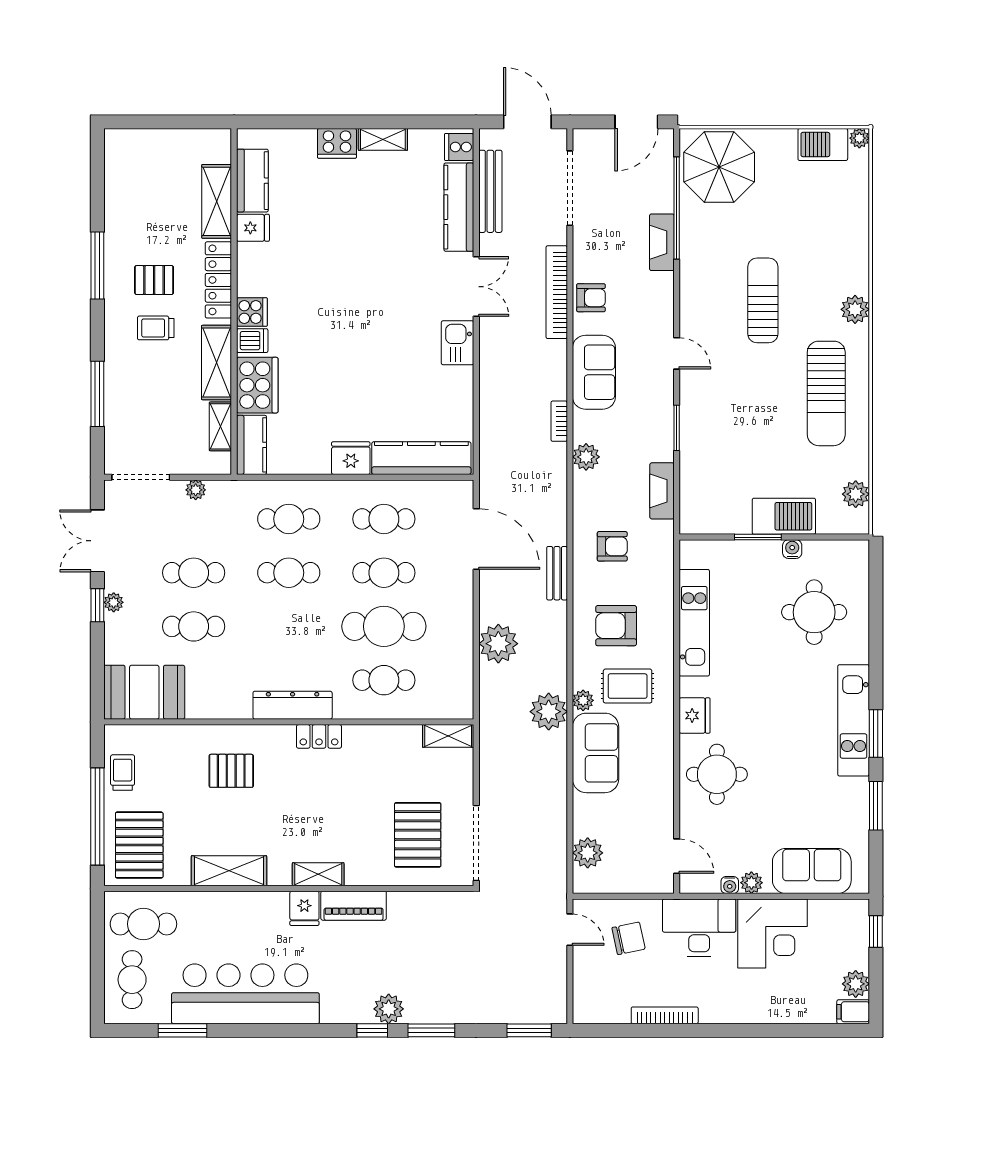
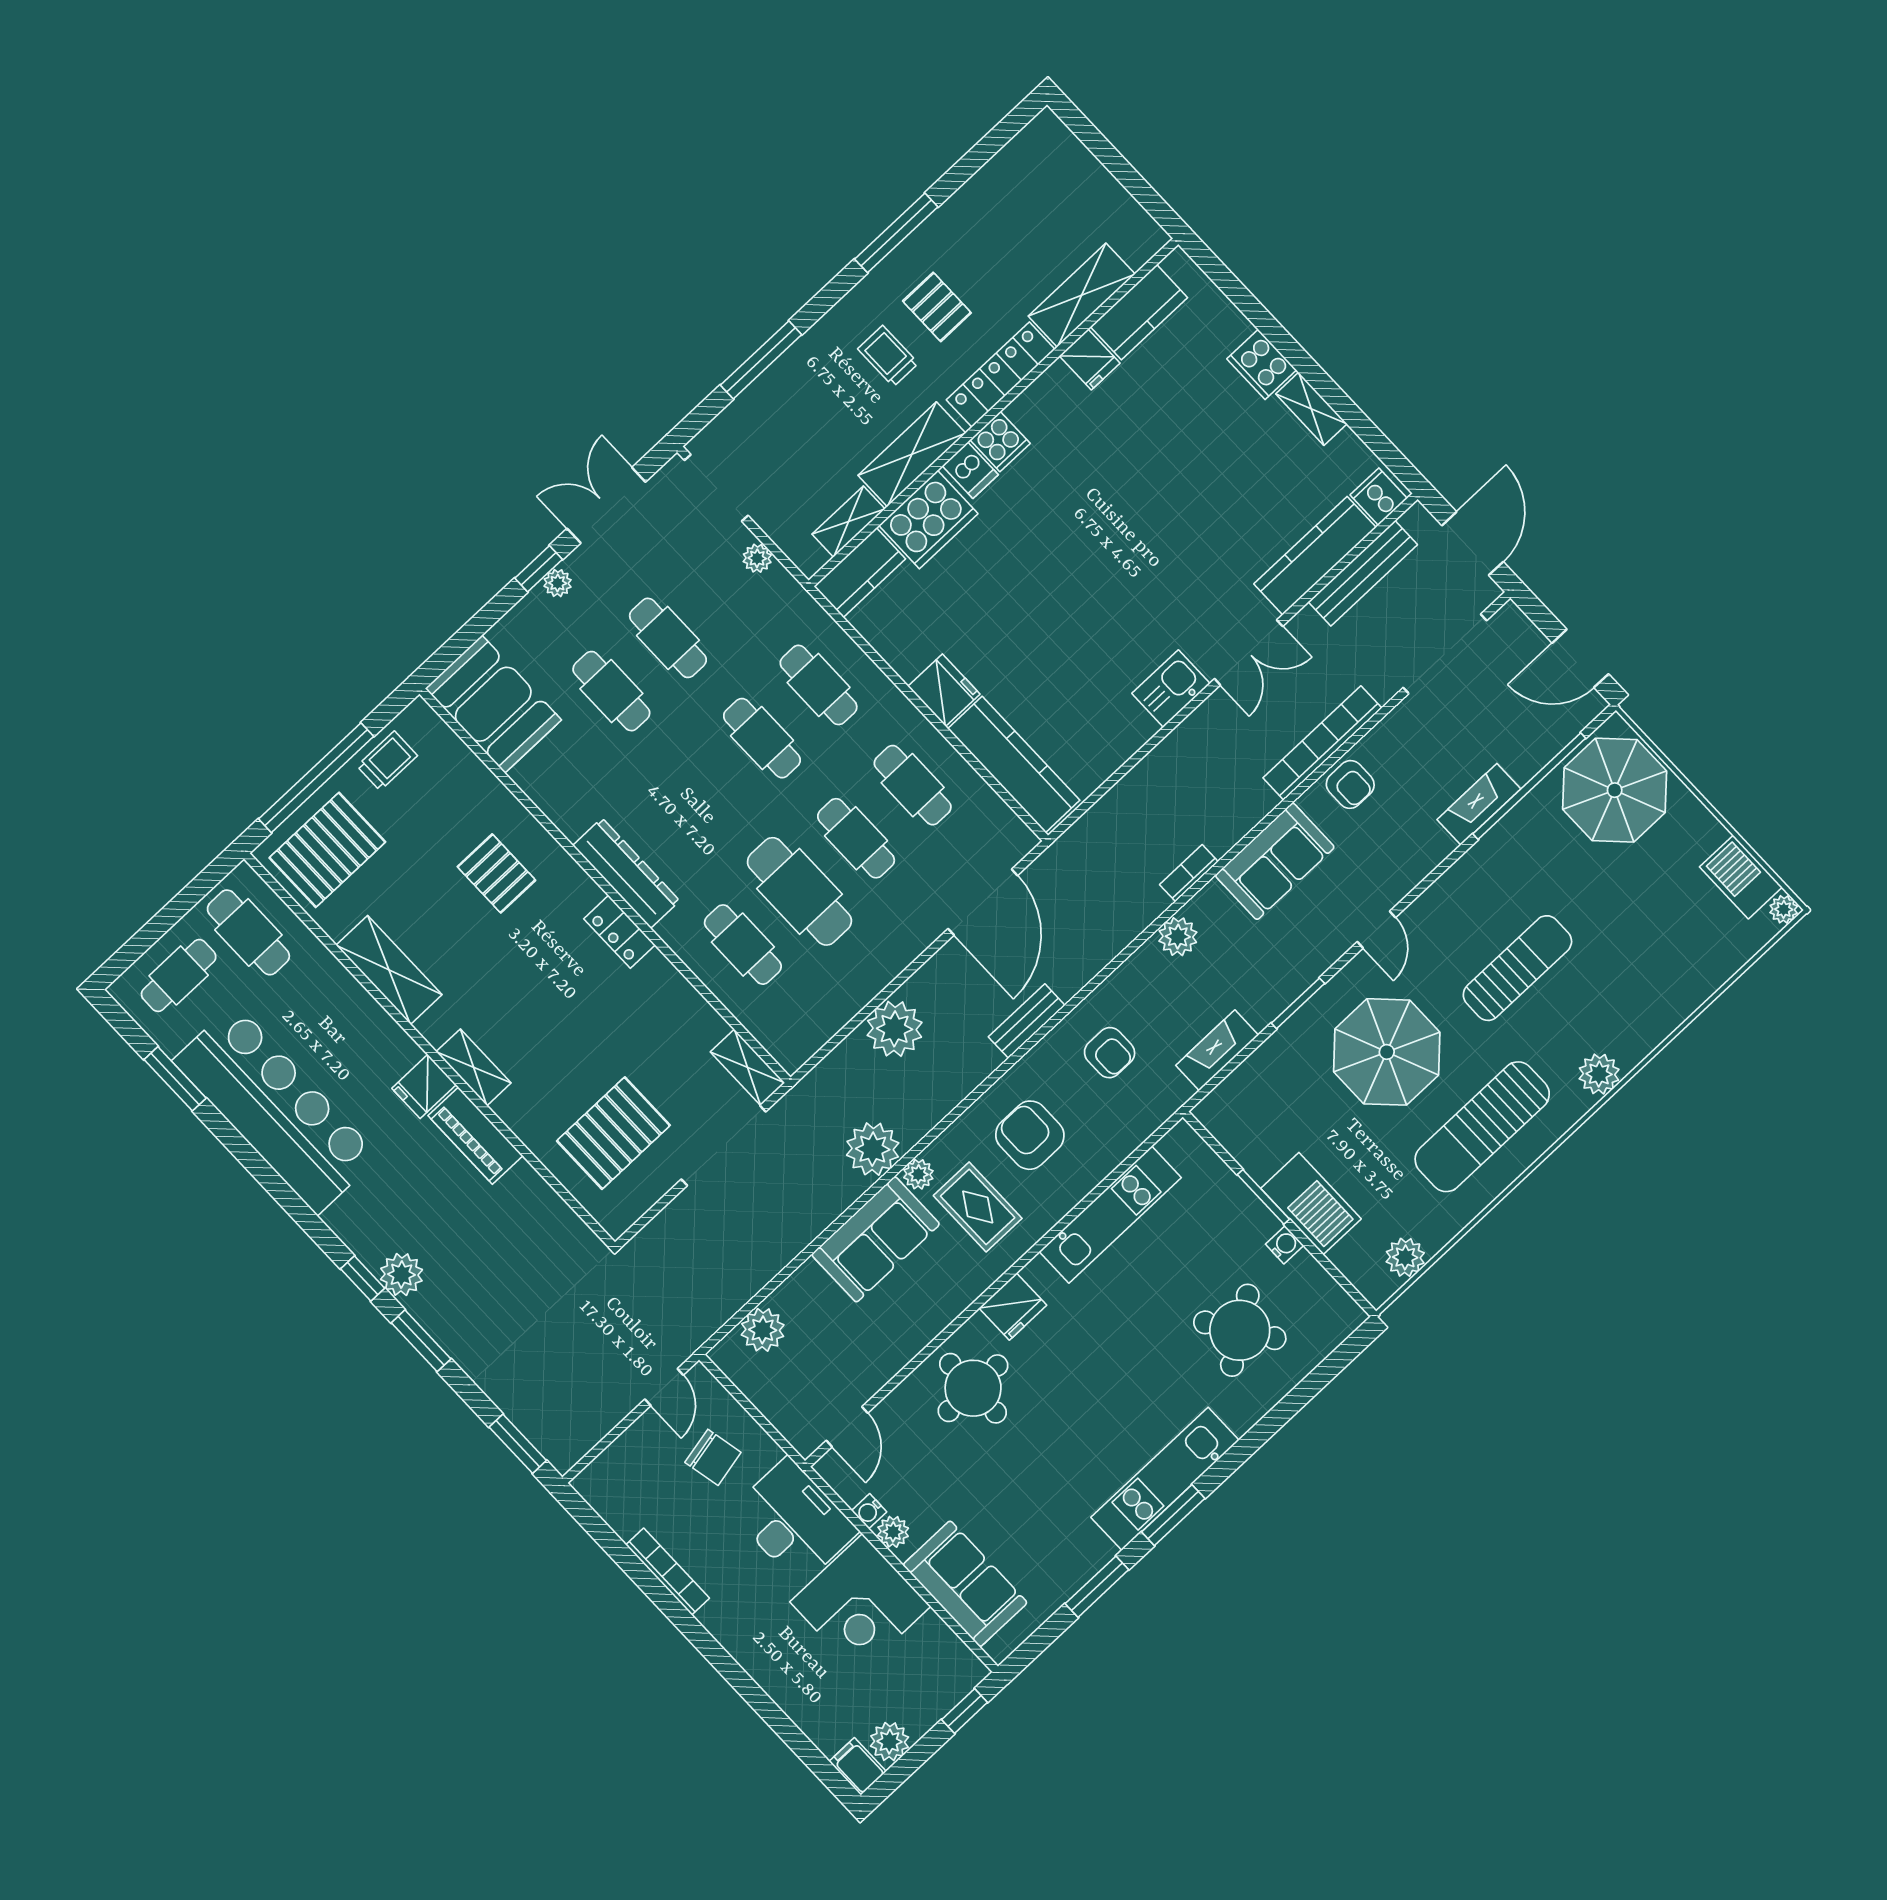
parasol: (743, 406) -> (1387, 1052), added
round table: (814, 612) -> (1240, 1330), turned -34
doorway: (476, 843) -> (724, 1146), moved

